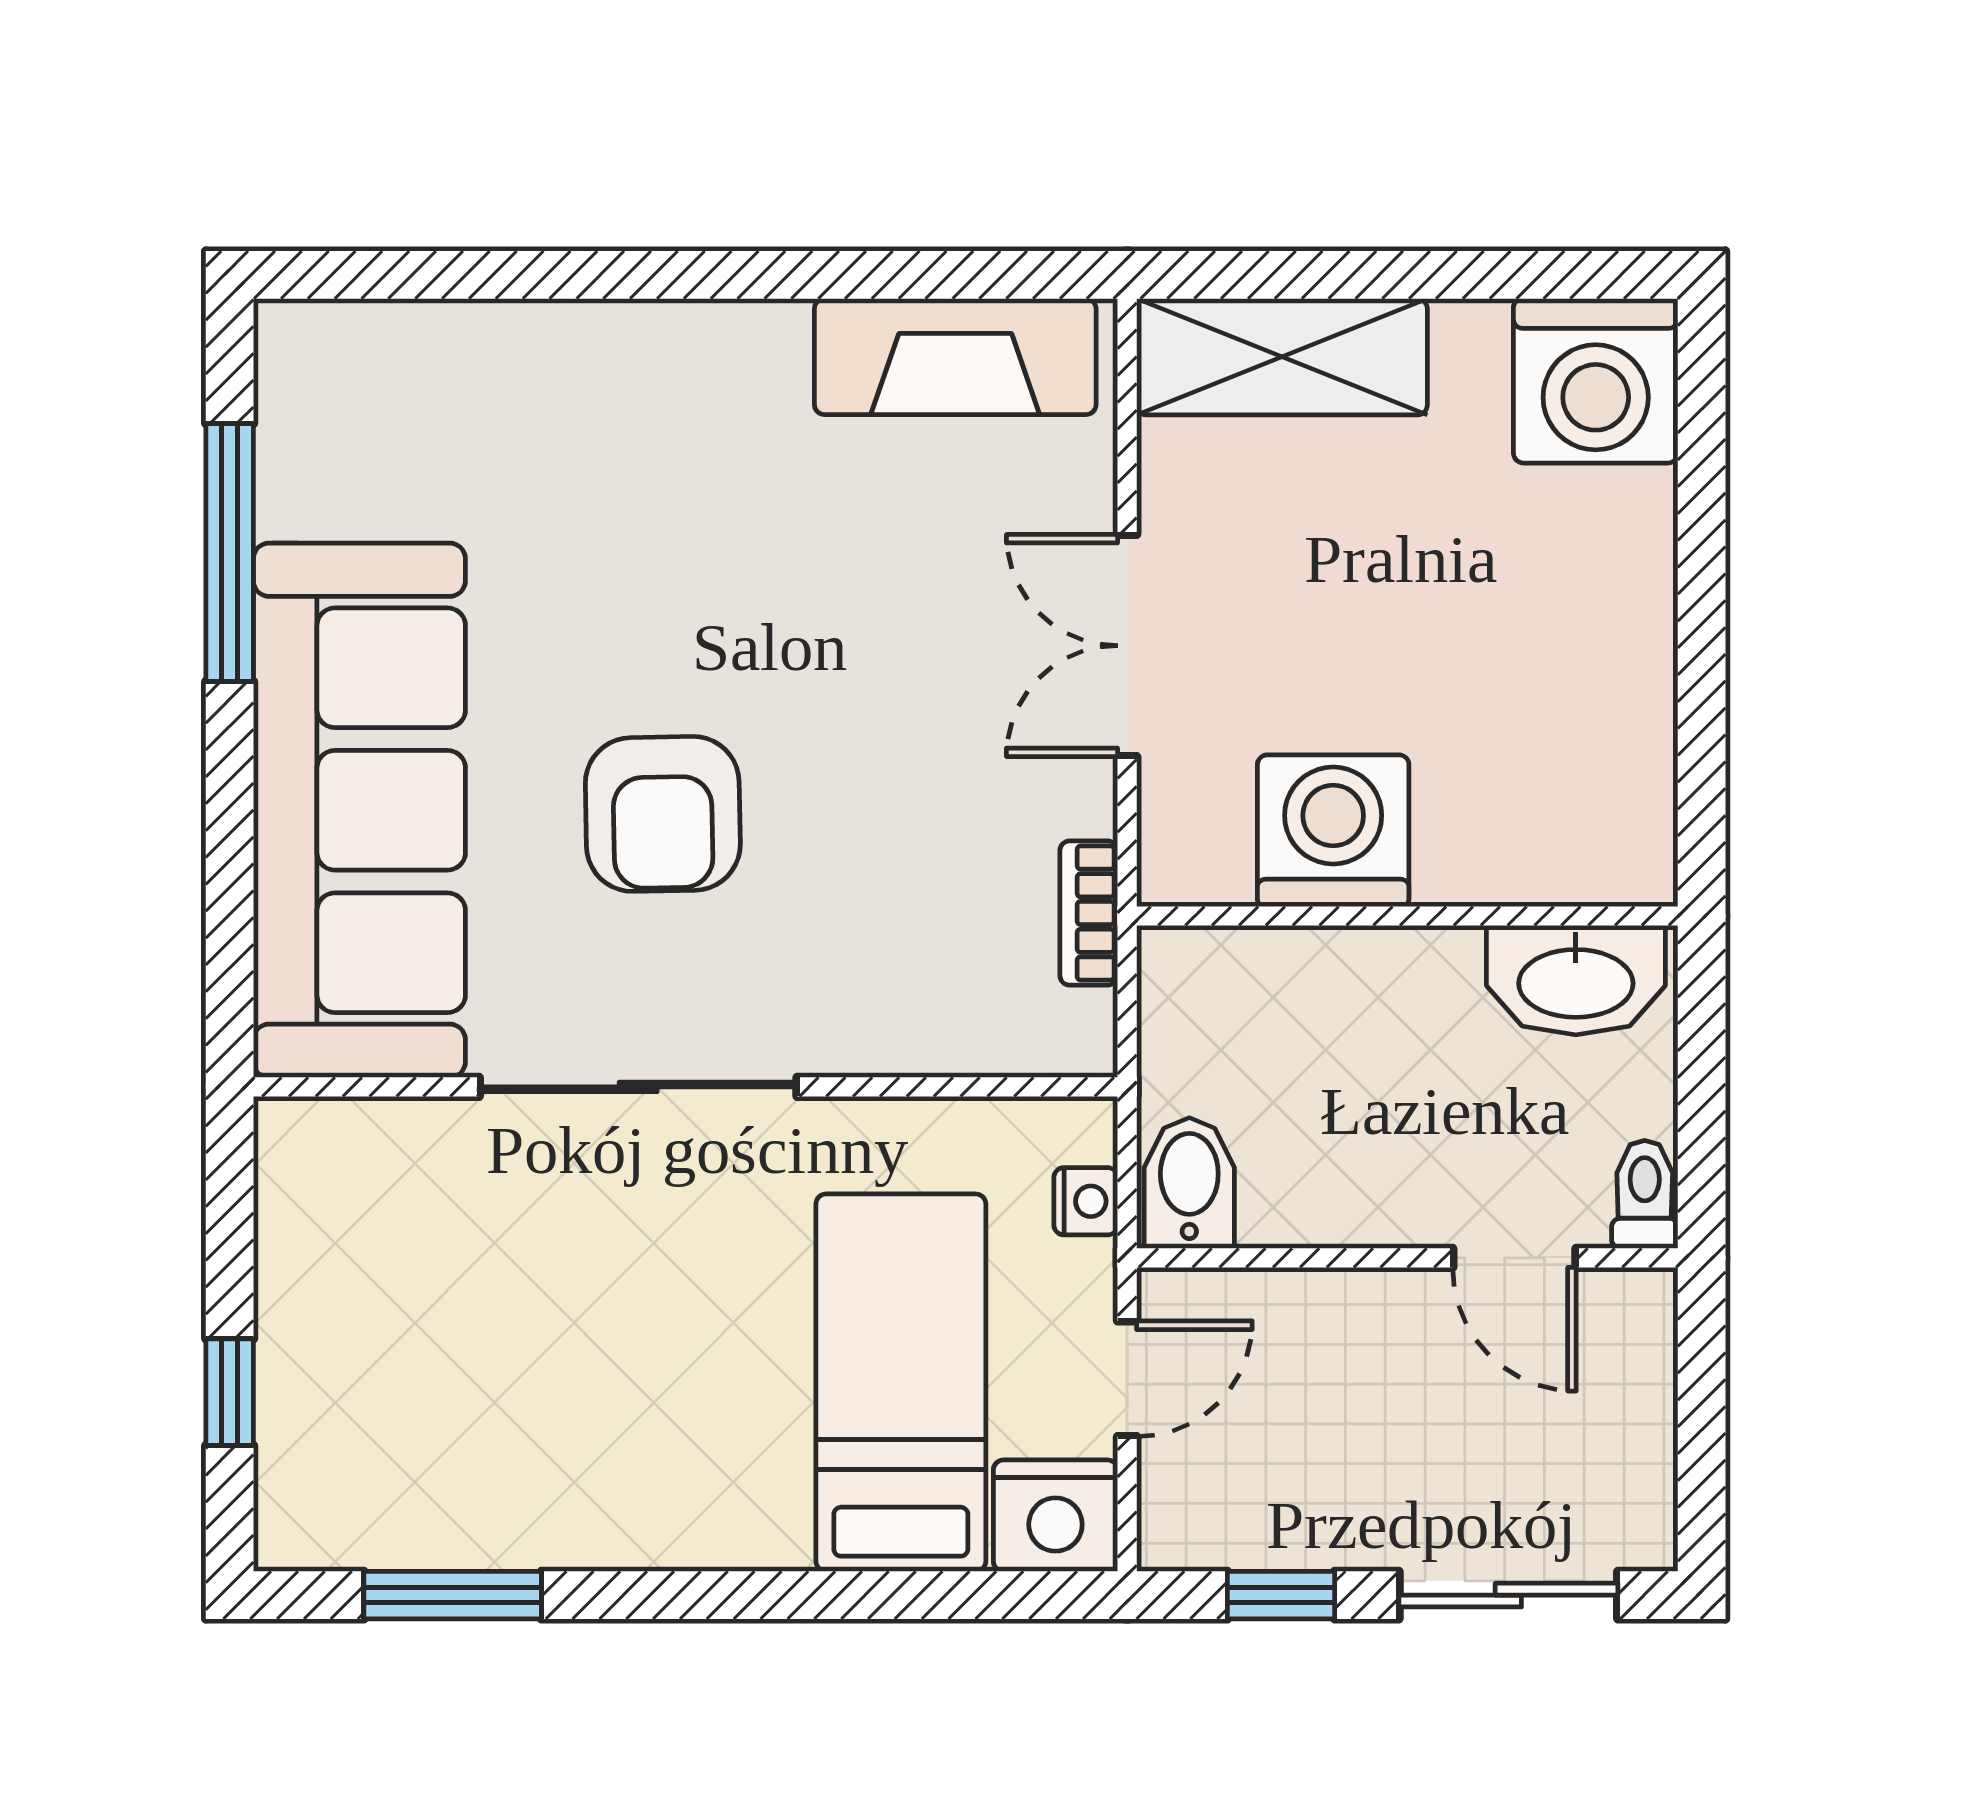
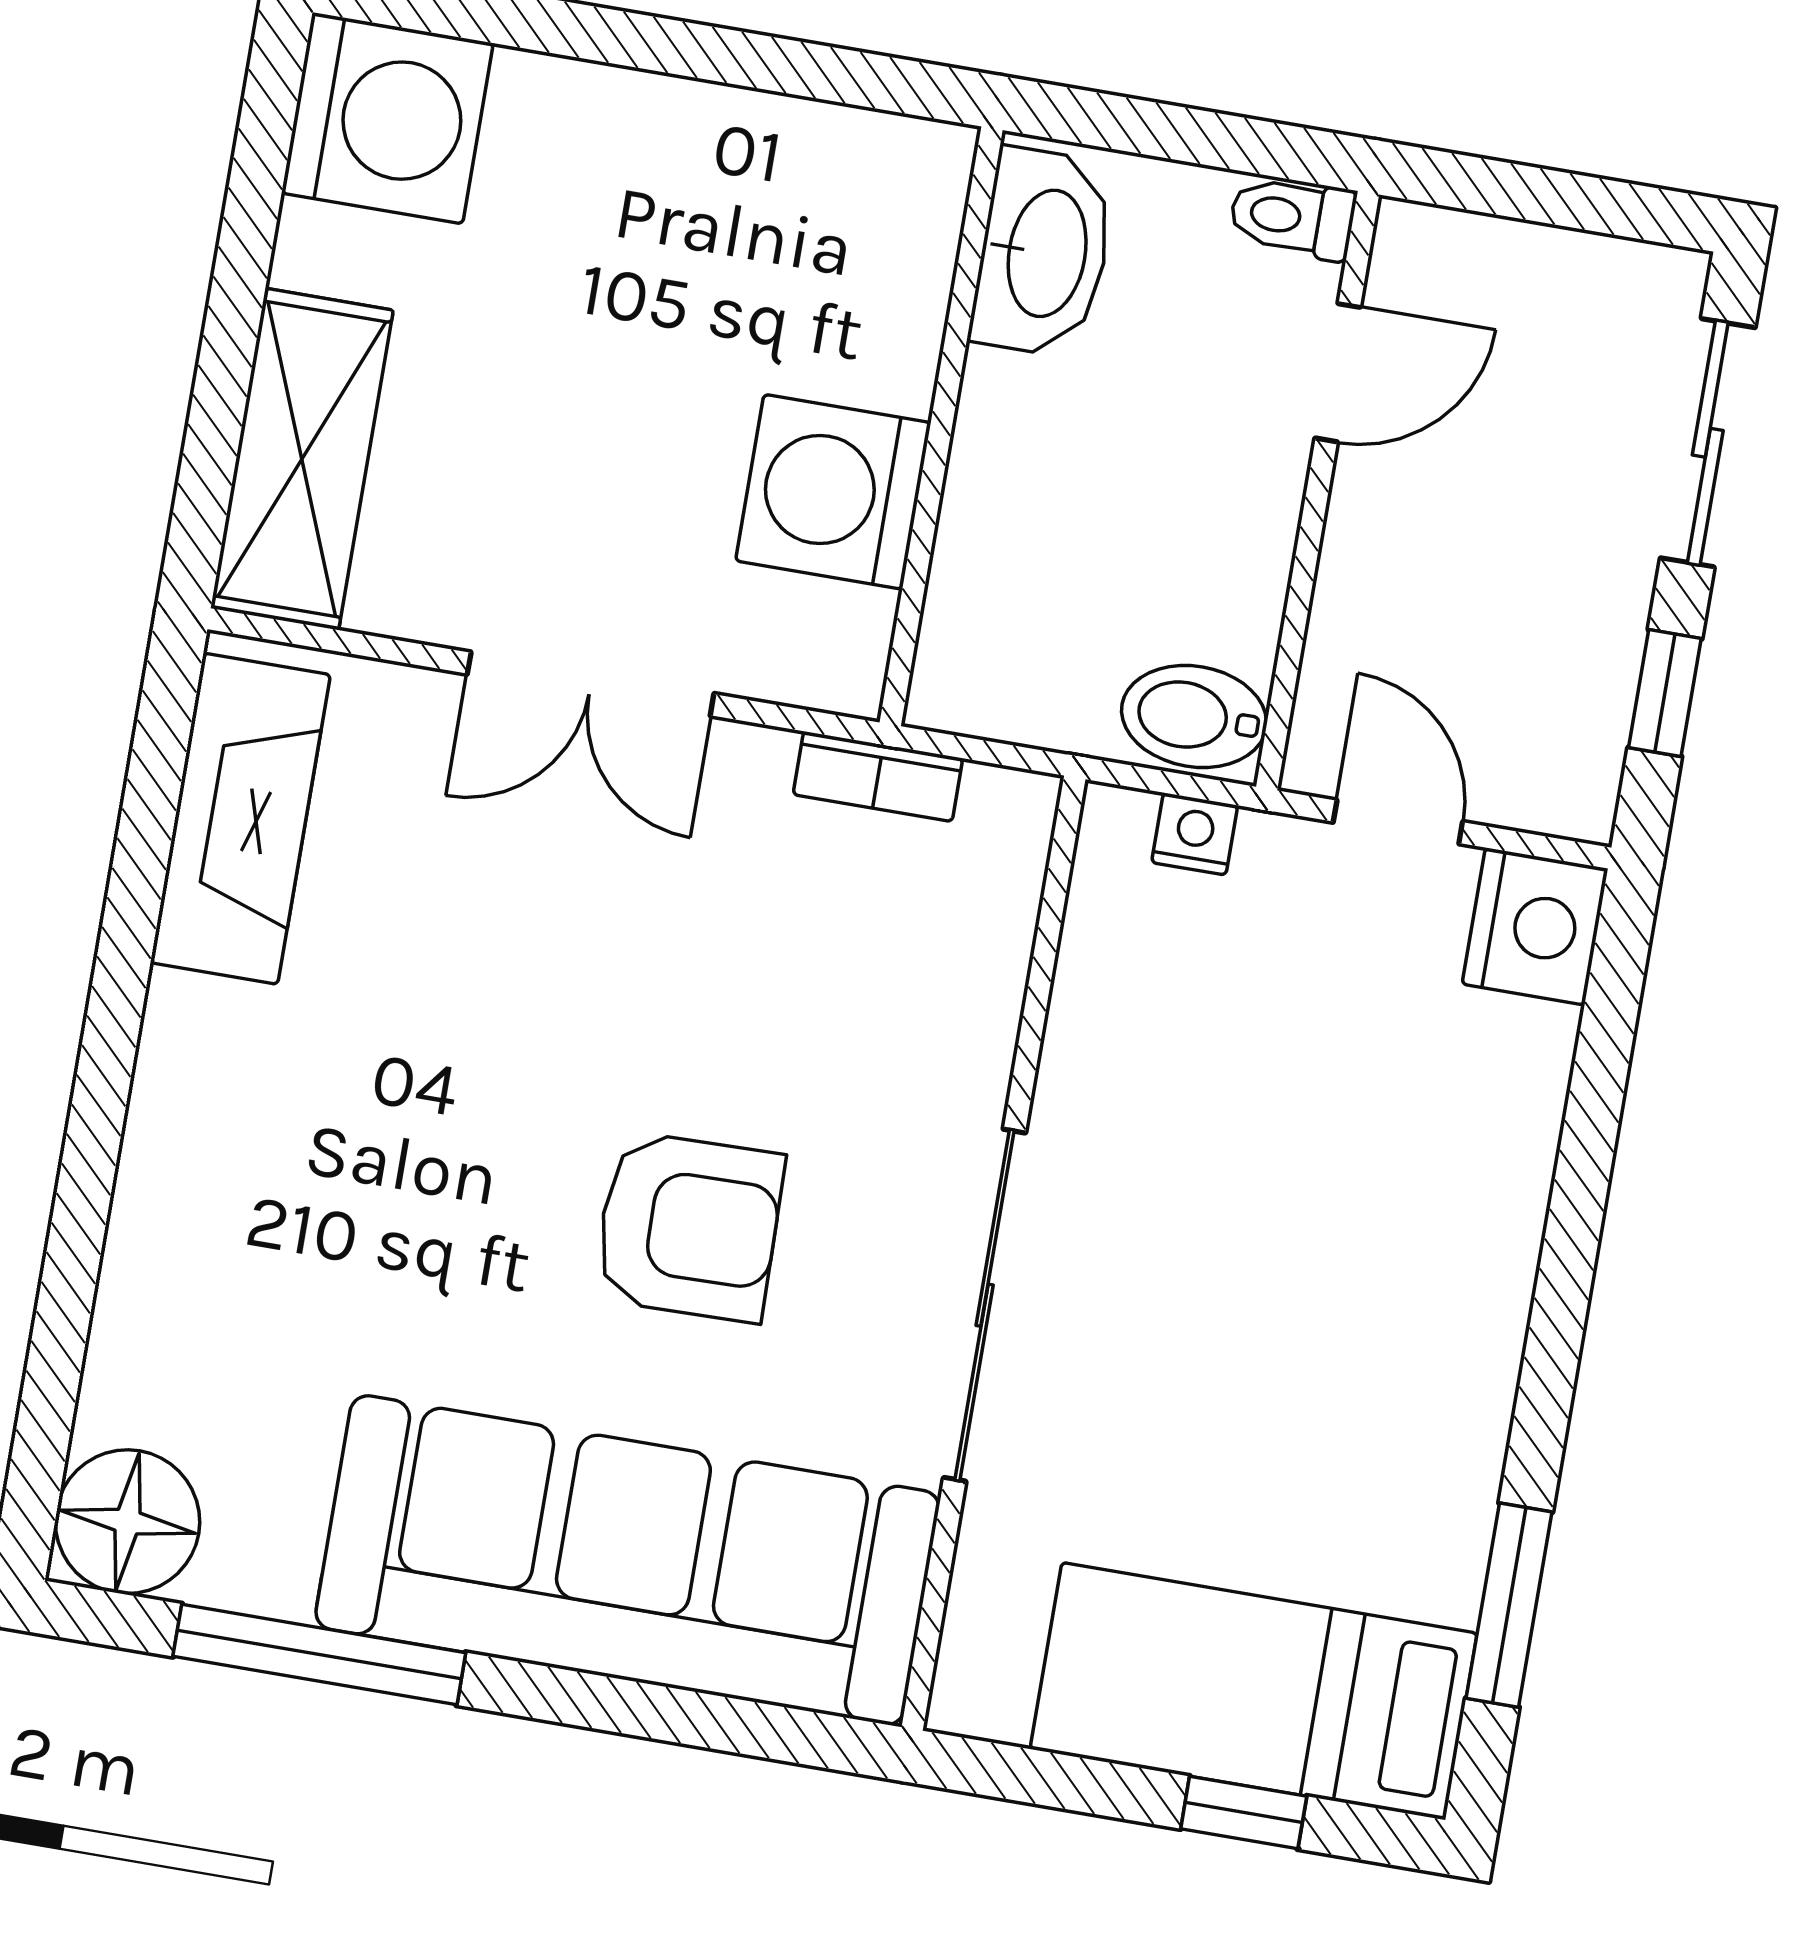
floor lamp: (318, 363) -> (127, 1522), added
bed: (901, 1383) -> (1254, 1691), moved

